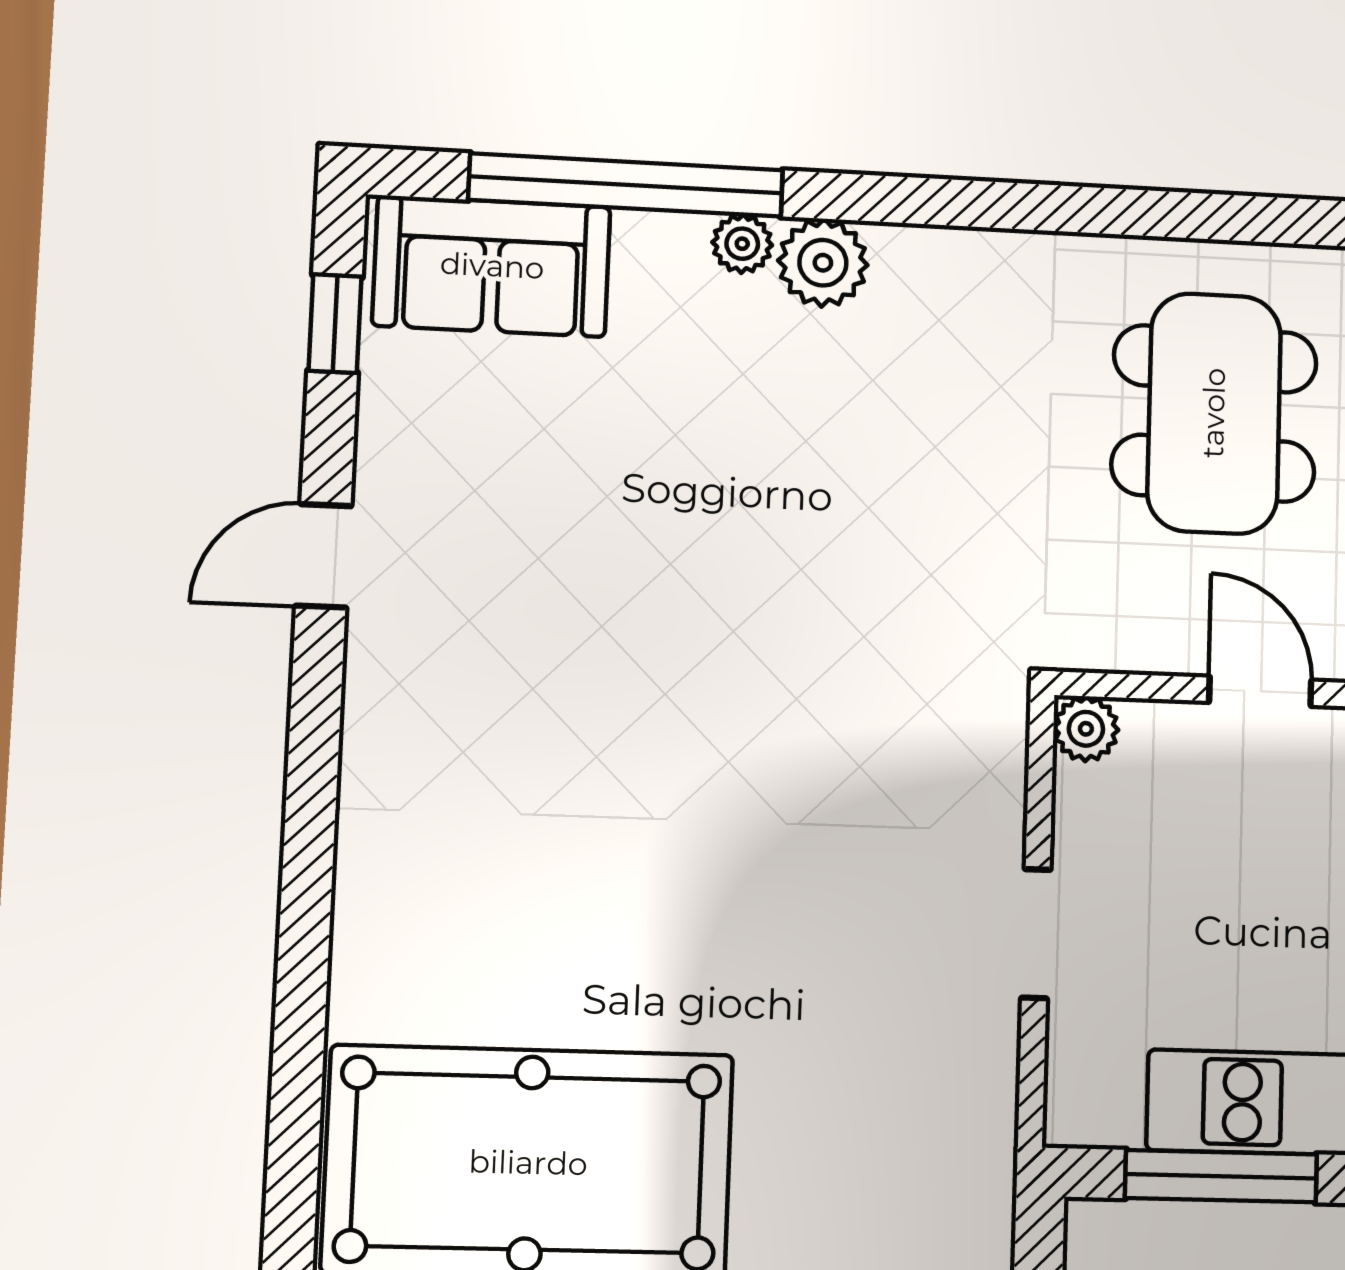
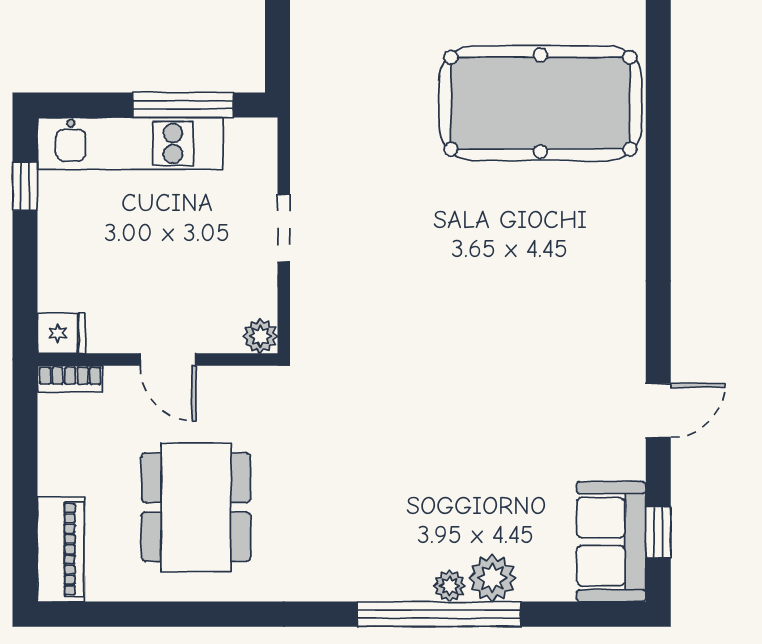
window: (626, 185) -> (439, 614), moved
plant: (823, 263) -> (492, 578), moved
sofa: (492, 266) -> (611, 542), moved, turned -90

